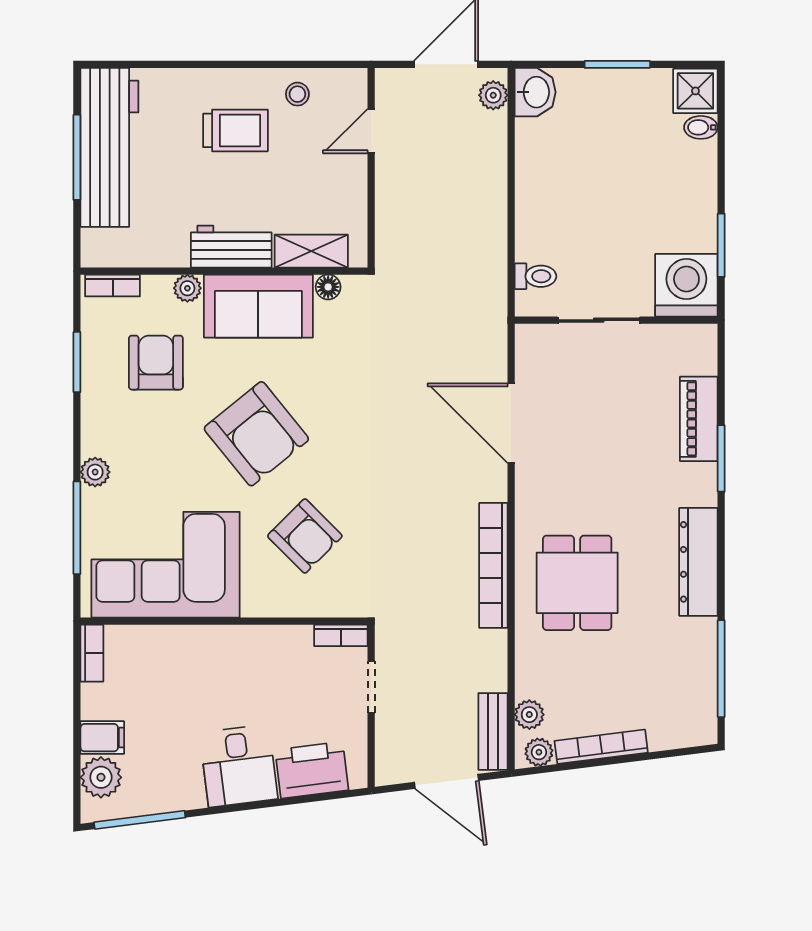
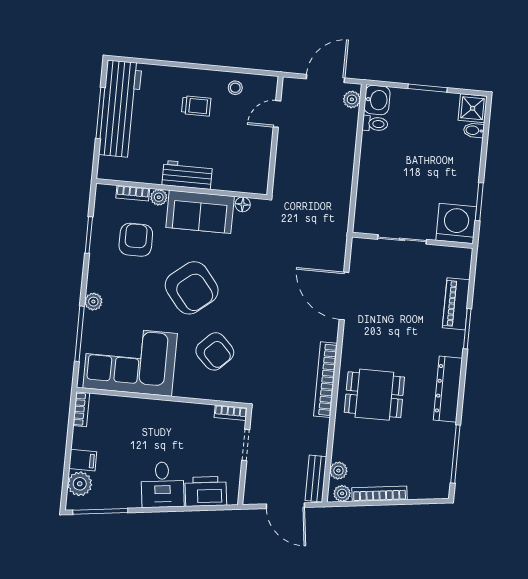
trolley: (235, 130) -> (196, 106), width x0.73, depth x0.72
shelving: (311, 251) -> (235, 182), removed
toilet: (535, 276) -> (375, 124), moved
bookcase: (113, 285) -> (133, 193), moved
dining table: (577, 583) -> (374, 395), turned 90

